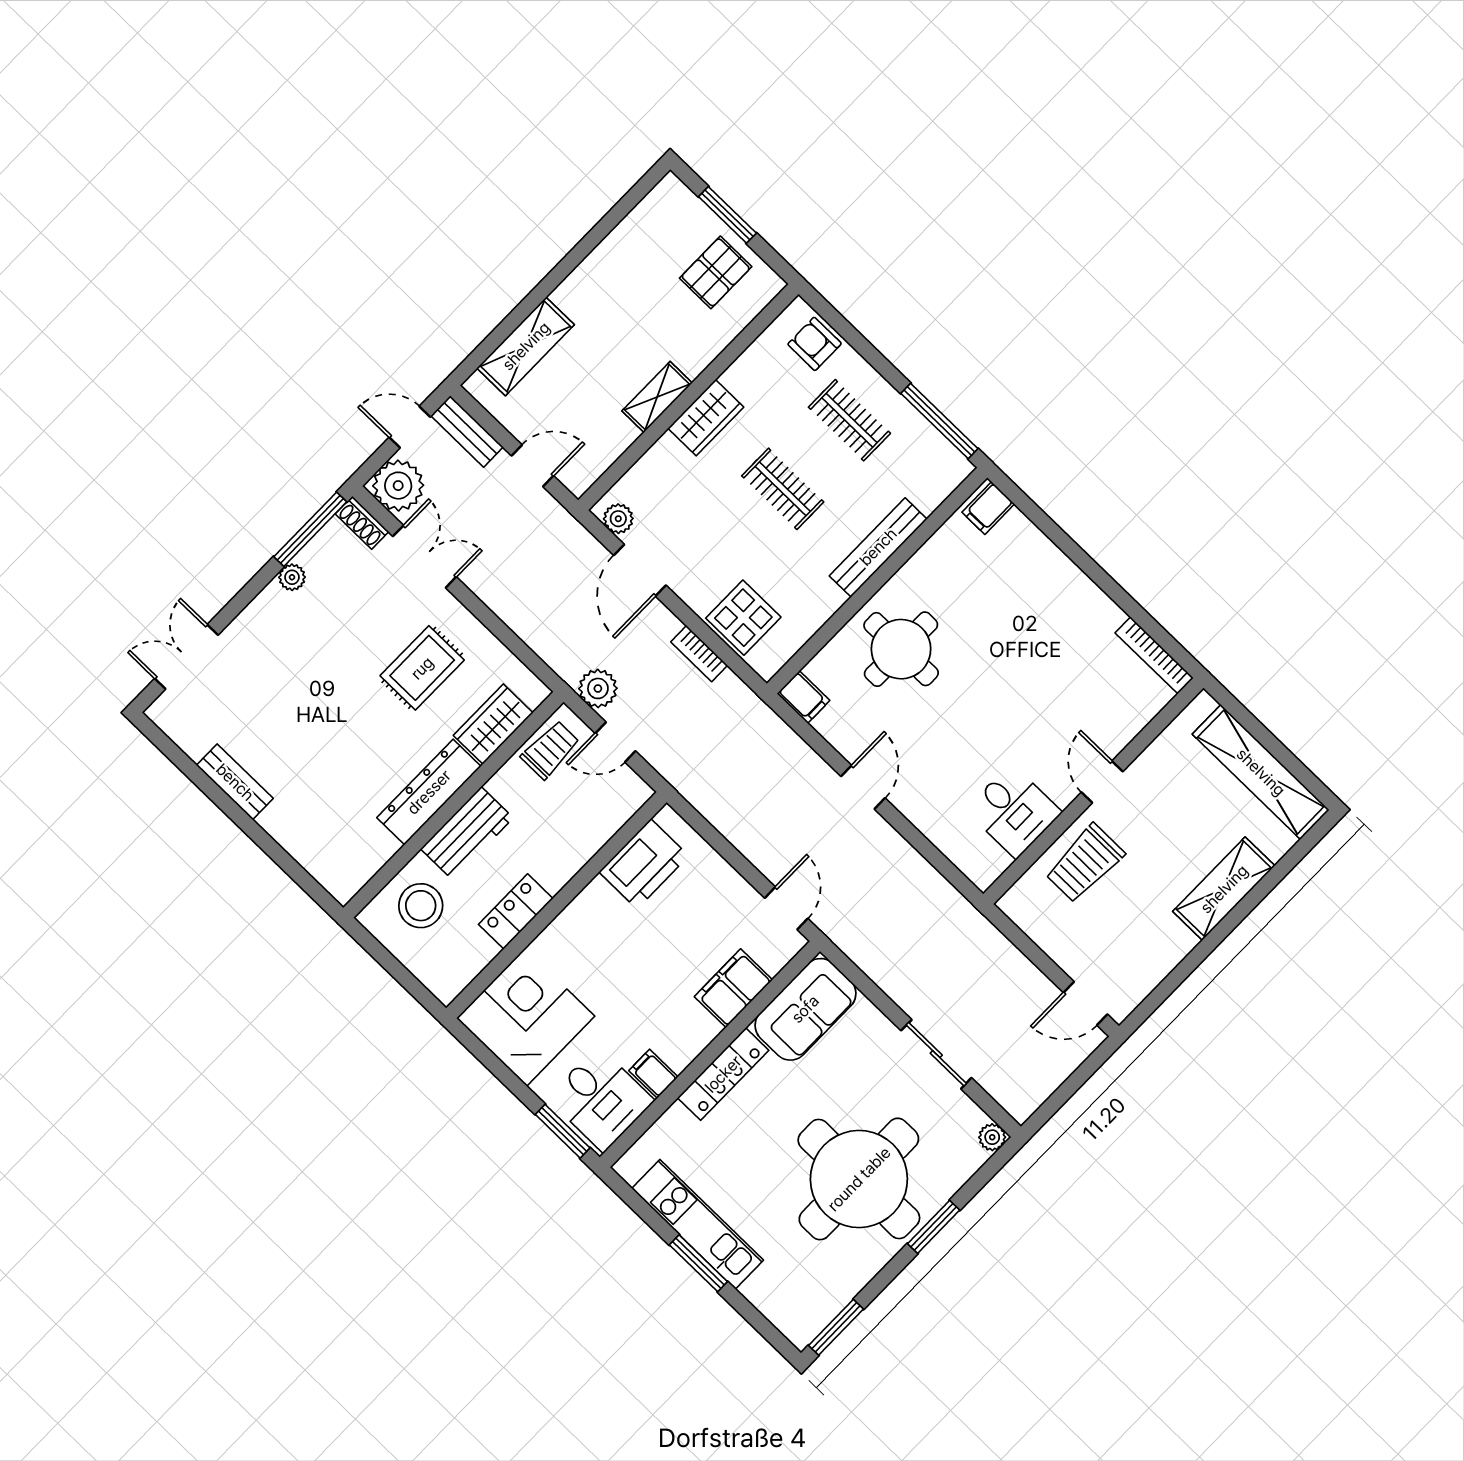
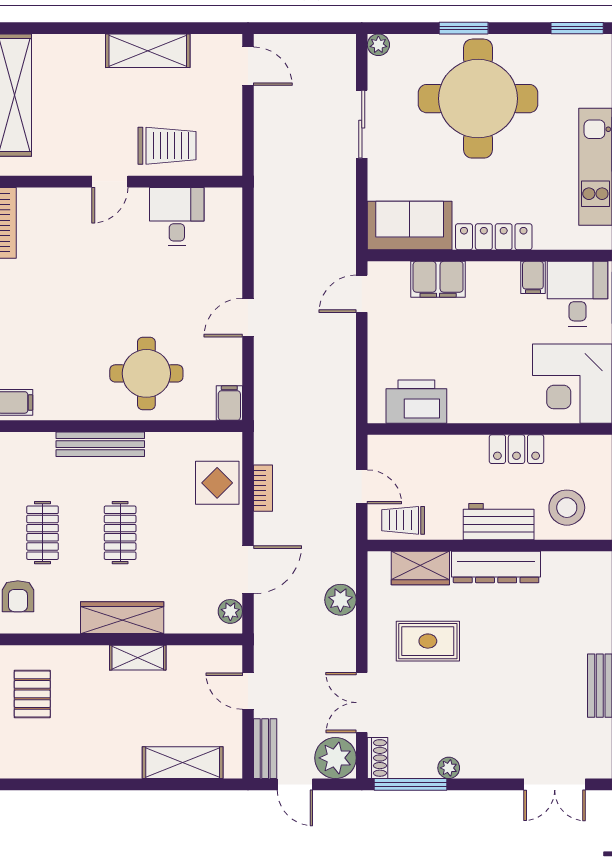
pallet: (716, 272) -> (32, 694), turned 90
wardrobe: (706, 418) -> (122, 618), width x1.50
plant: (598, 688) -> (340, 600), moved
shelving: (1224, 889) -> (148, 51), moved

